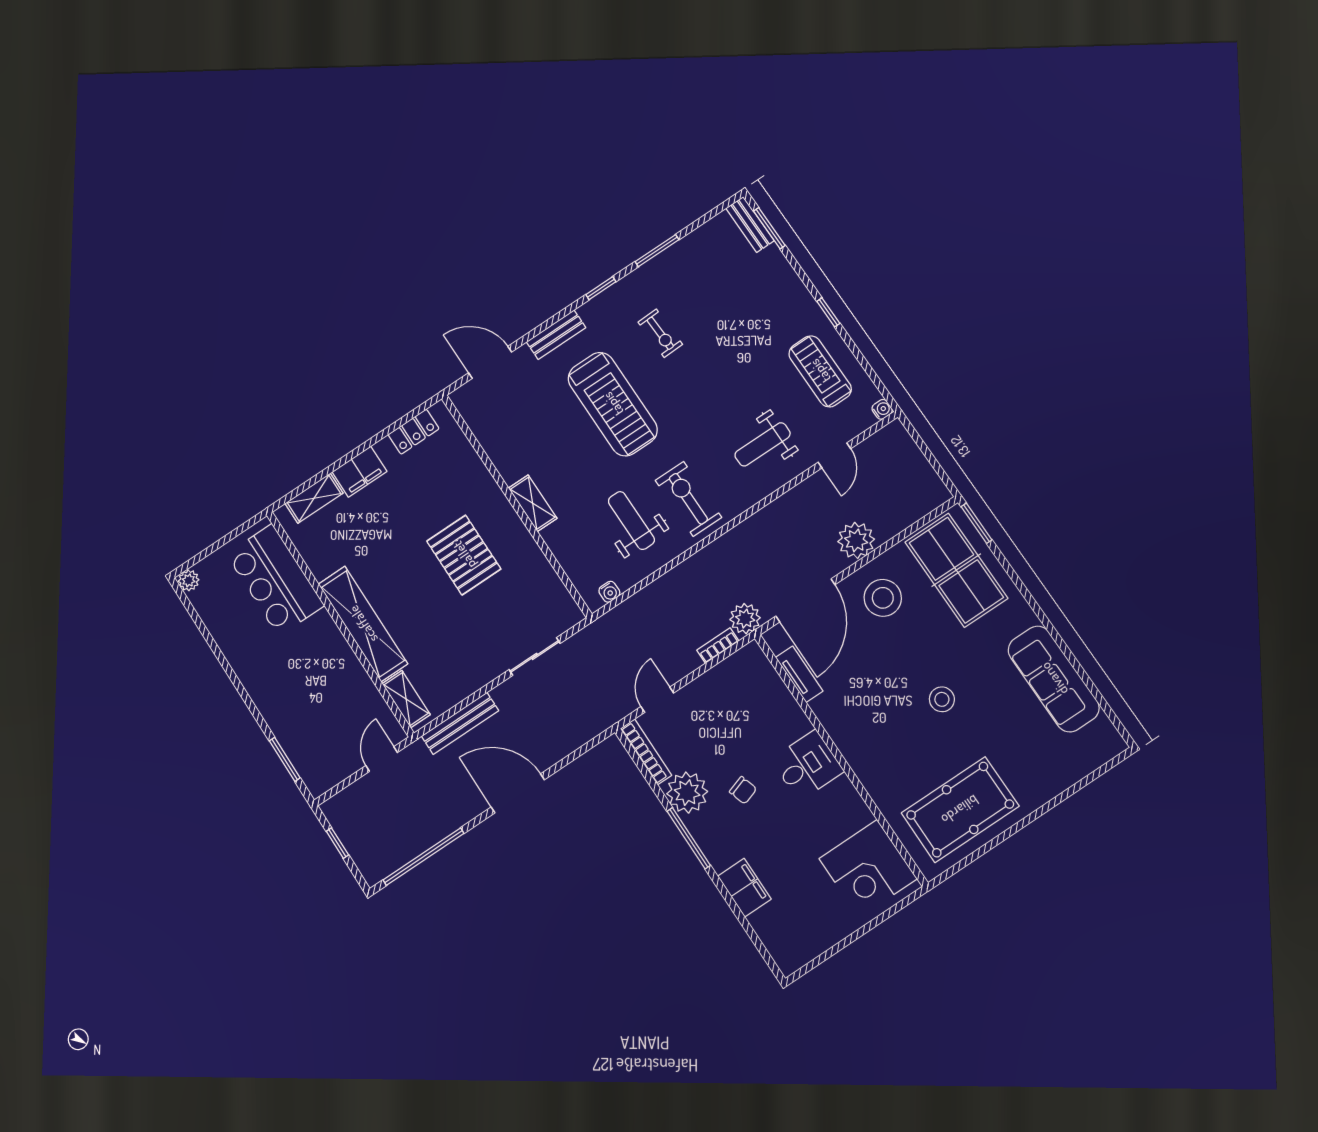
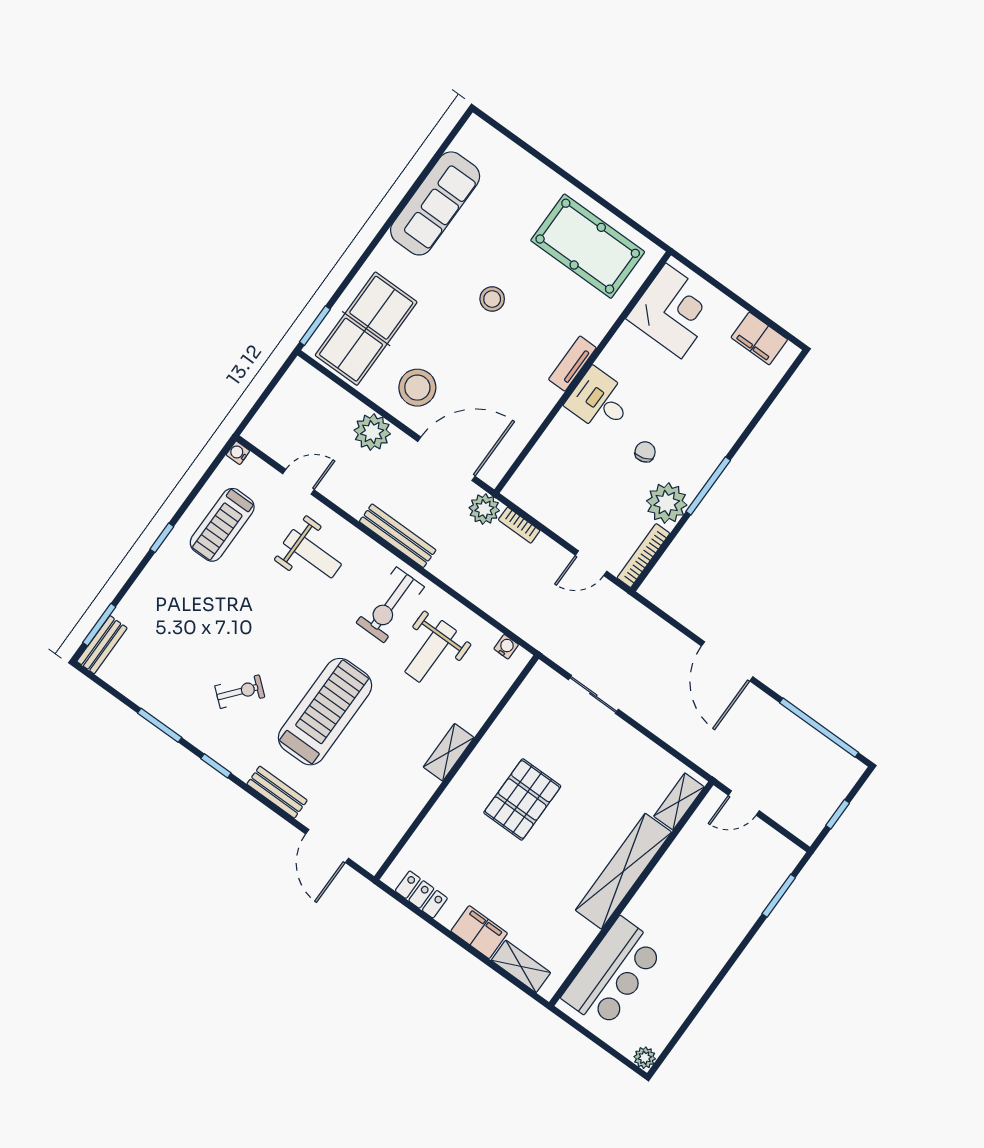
exercise bike: (660, 333) -> (240, 692), turned 42
tv unit: (799, 674) -> (572, 364), moved
bench: (460, 723) -> (398, 536), moved
filing cabinet: (744, 888) -> (759, 338), moved, turned -90

